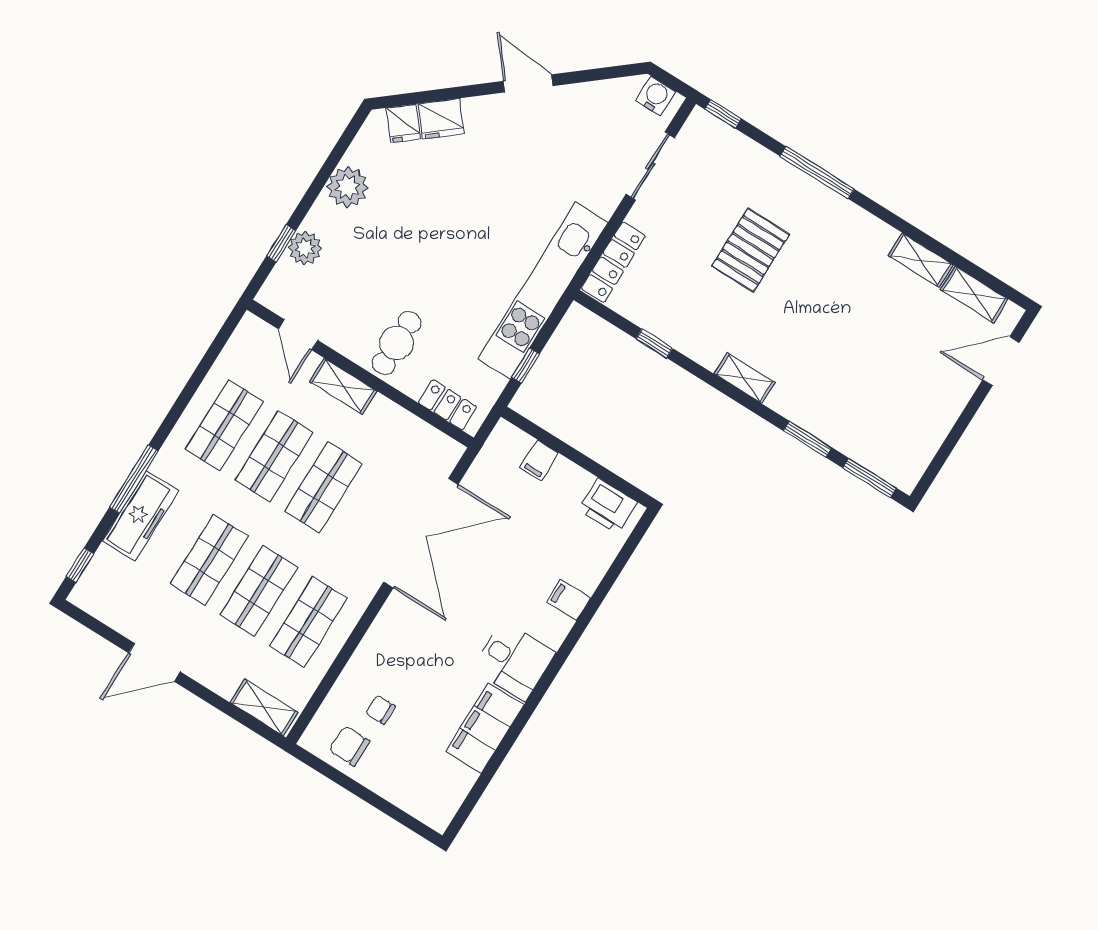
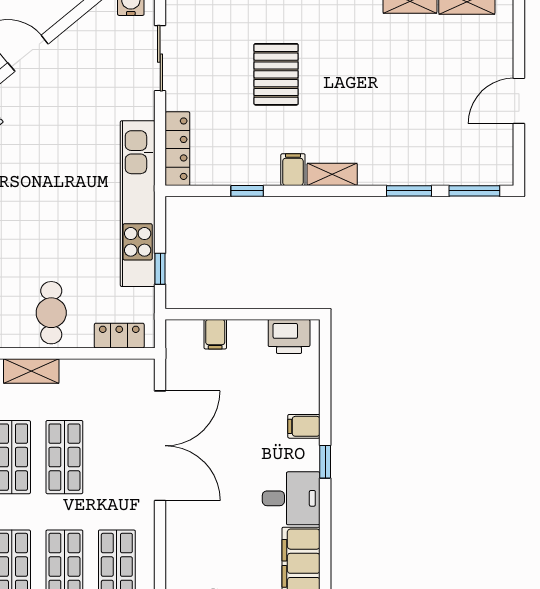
filing cabinet: (710, 350) -> (293, 170), added
door: (1001, 361) -> (519, 101), moved
window: (568, 646) -> (325, 462), added

